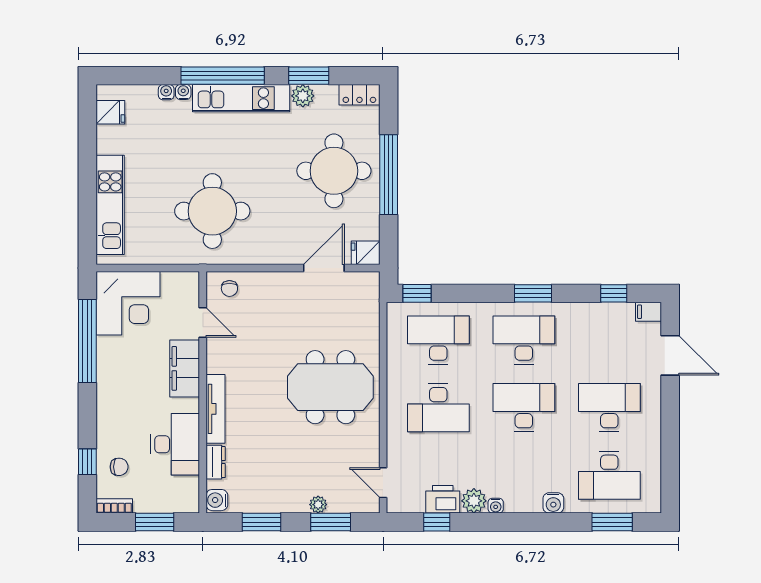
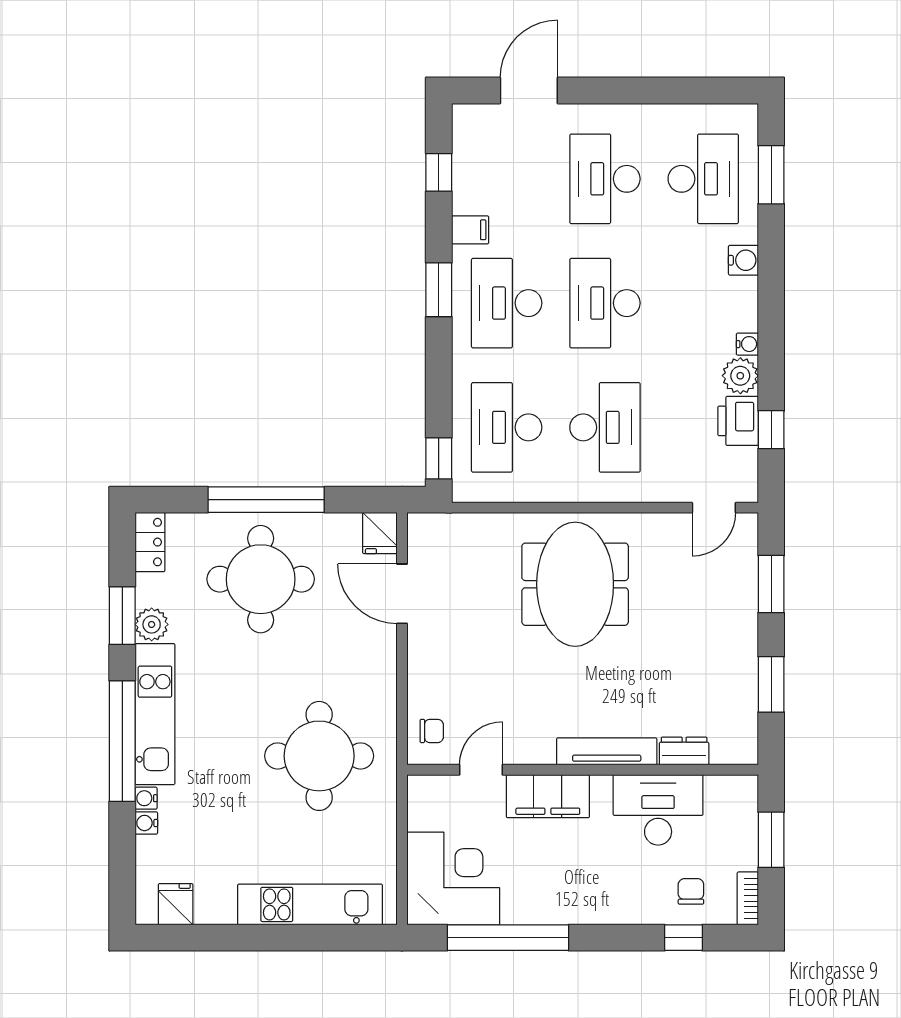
filing cabinet: (648, 312) -> (470, 230), moved, turned -90
water cooler: (217, 500) -> (739, 749), removed
plant: (318, 505) -> (746, 602), removed

